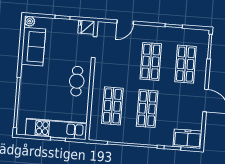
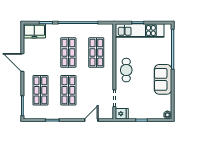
sofa: (33, 47) -> (163, 79), moved

